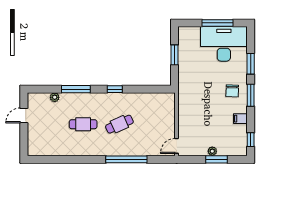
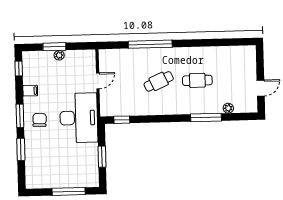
window: (218, 23) -> (69, 191), moved
desk: (224, 44) -> (79, 118), moved, turned -90
window: (115, 89) -> (122, 120), moved
door: (177, 146) -> (98, 81), moved

